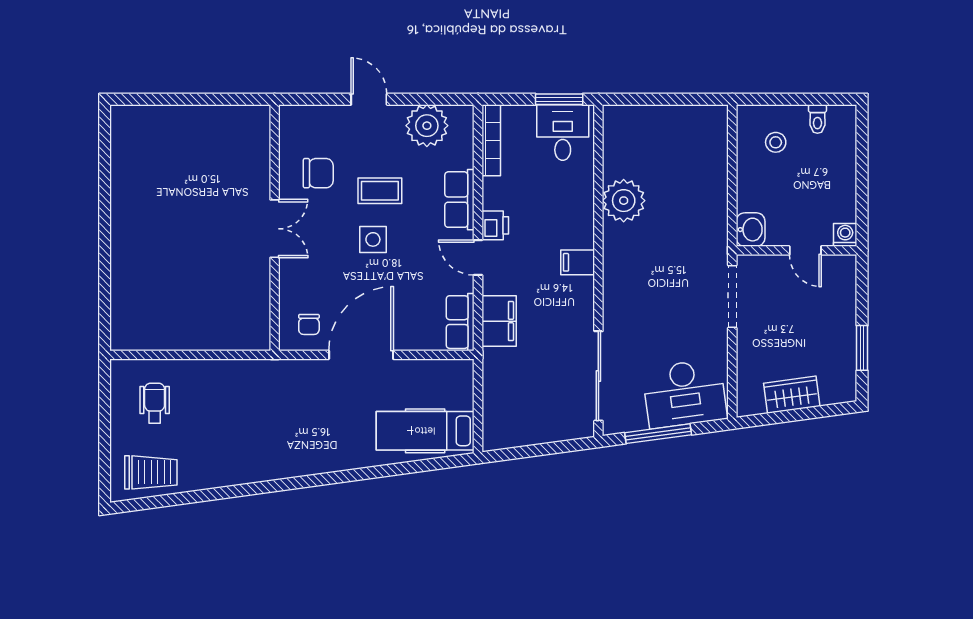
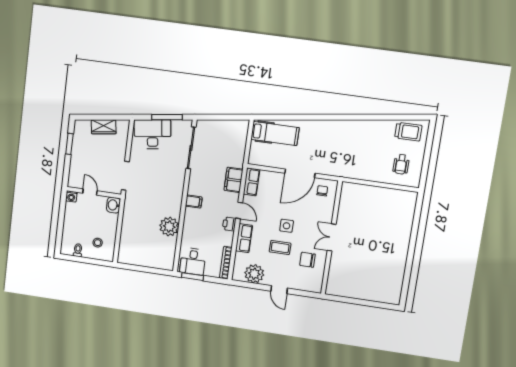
trolley: (151, 472) -> (408, 132), turned 180

